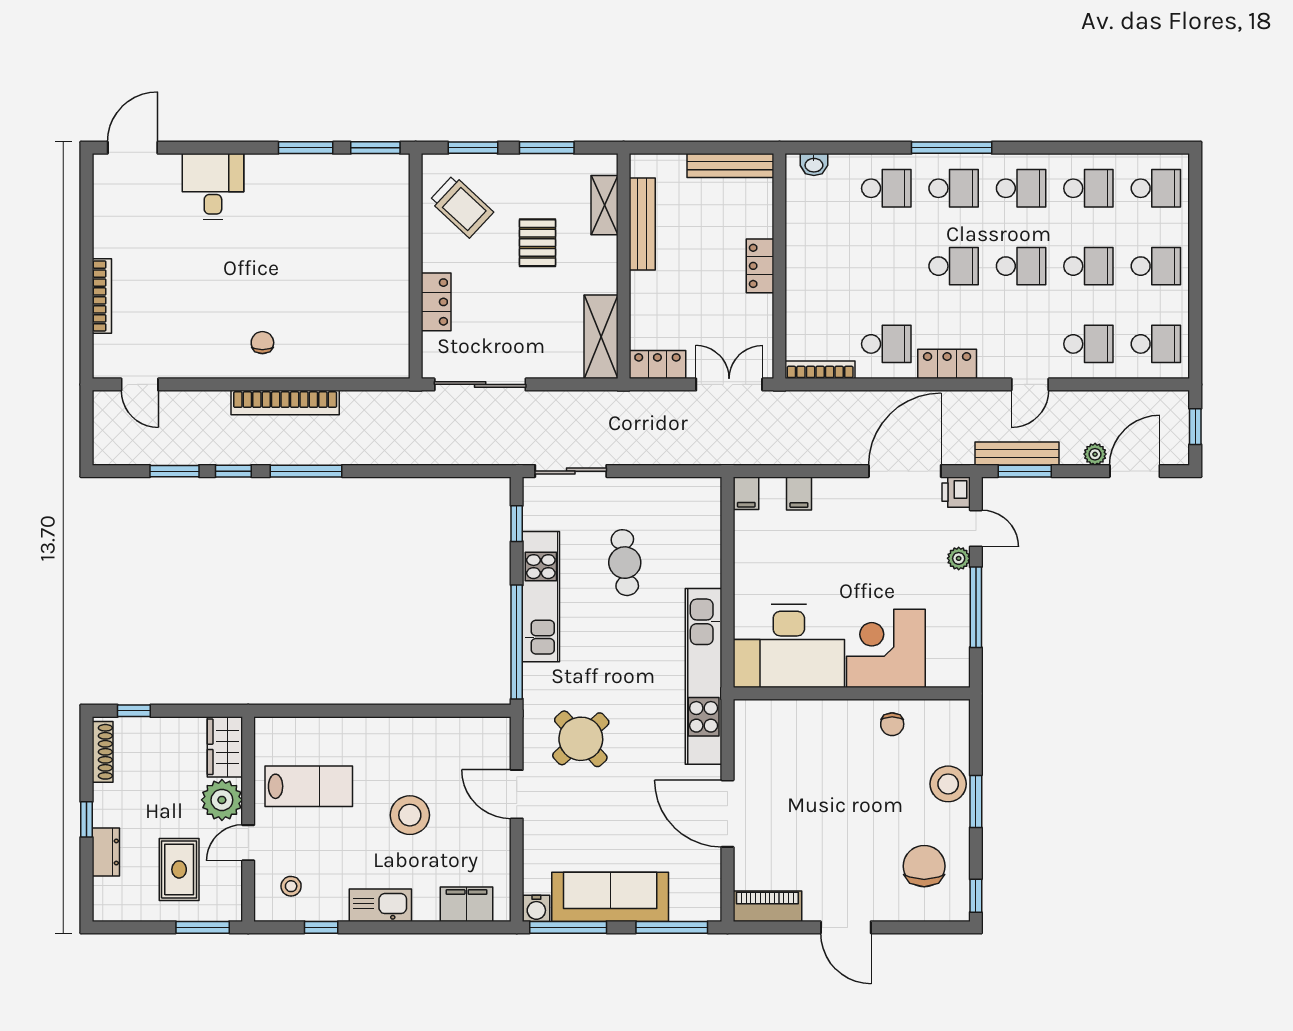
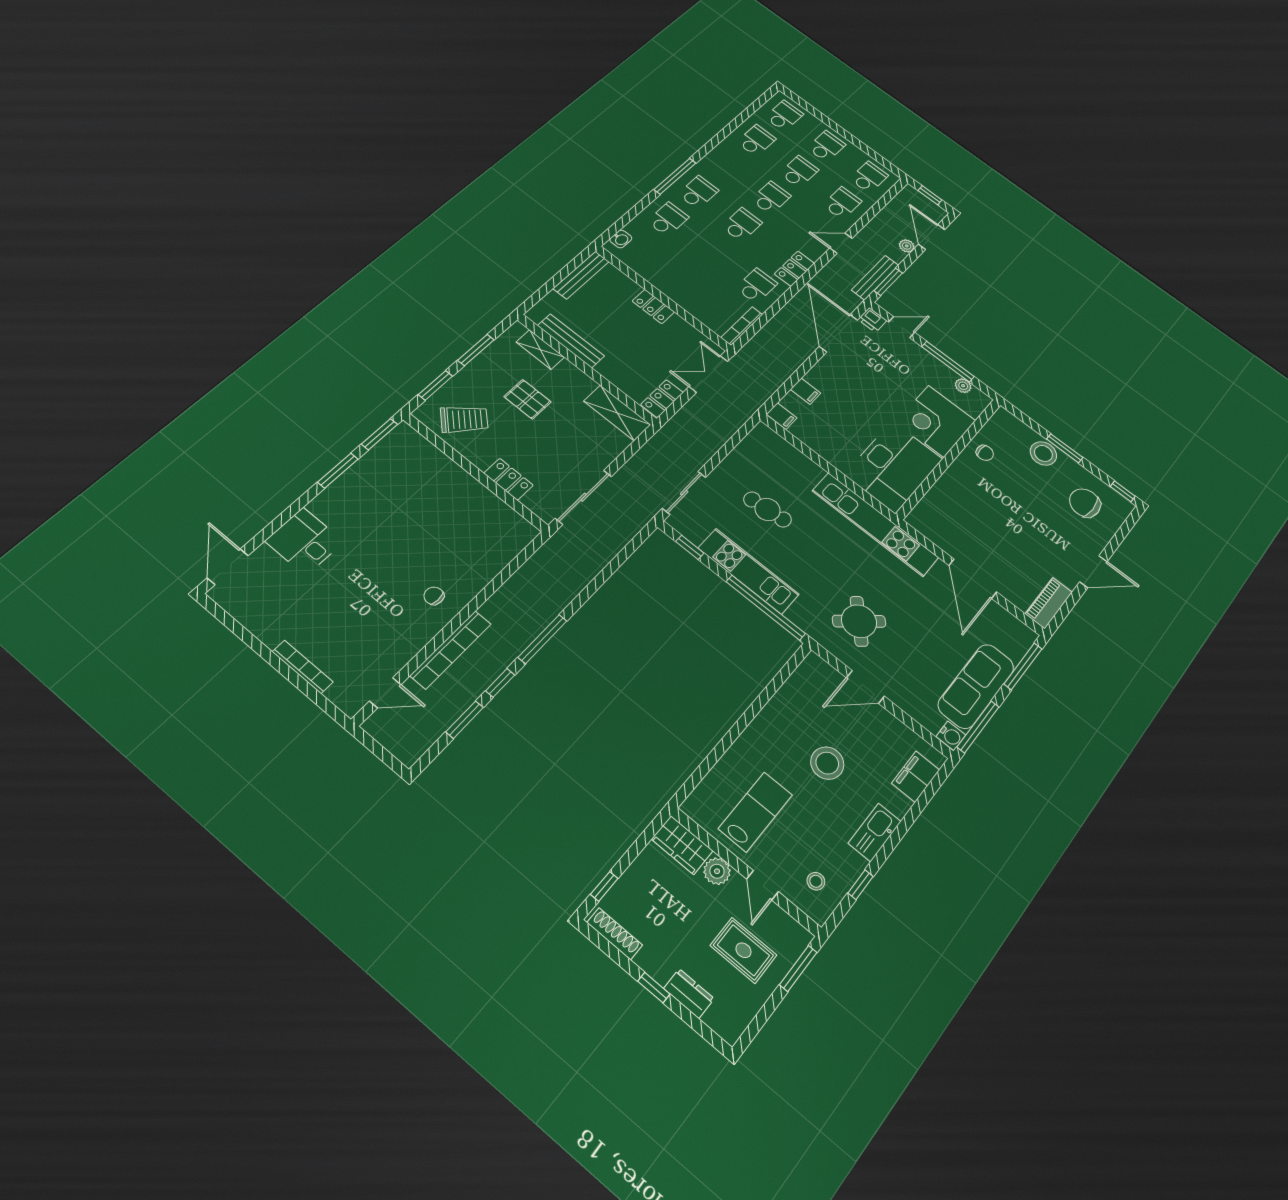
school desk: (1021, 188) -> (728, 166), removed
door: (1030, 384) -> (841, 243), swing flipped
bookcase: (285, 403) -> (451, 650), moved
plant: (959, 558) -> (963, 386), moved
plant: (222, 800) -> (717, 871), width x0.73, depth x0.73
door: (727, 814) -> (973, 579), hinge flipped

